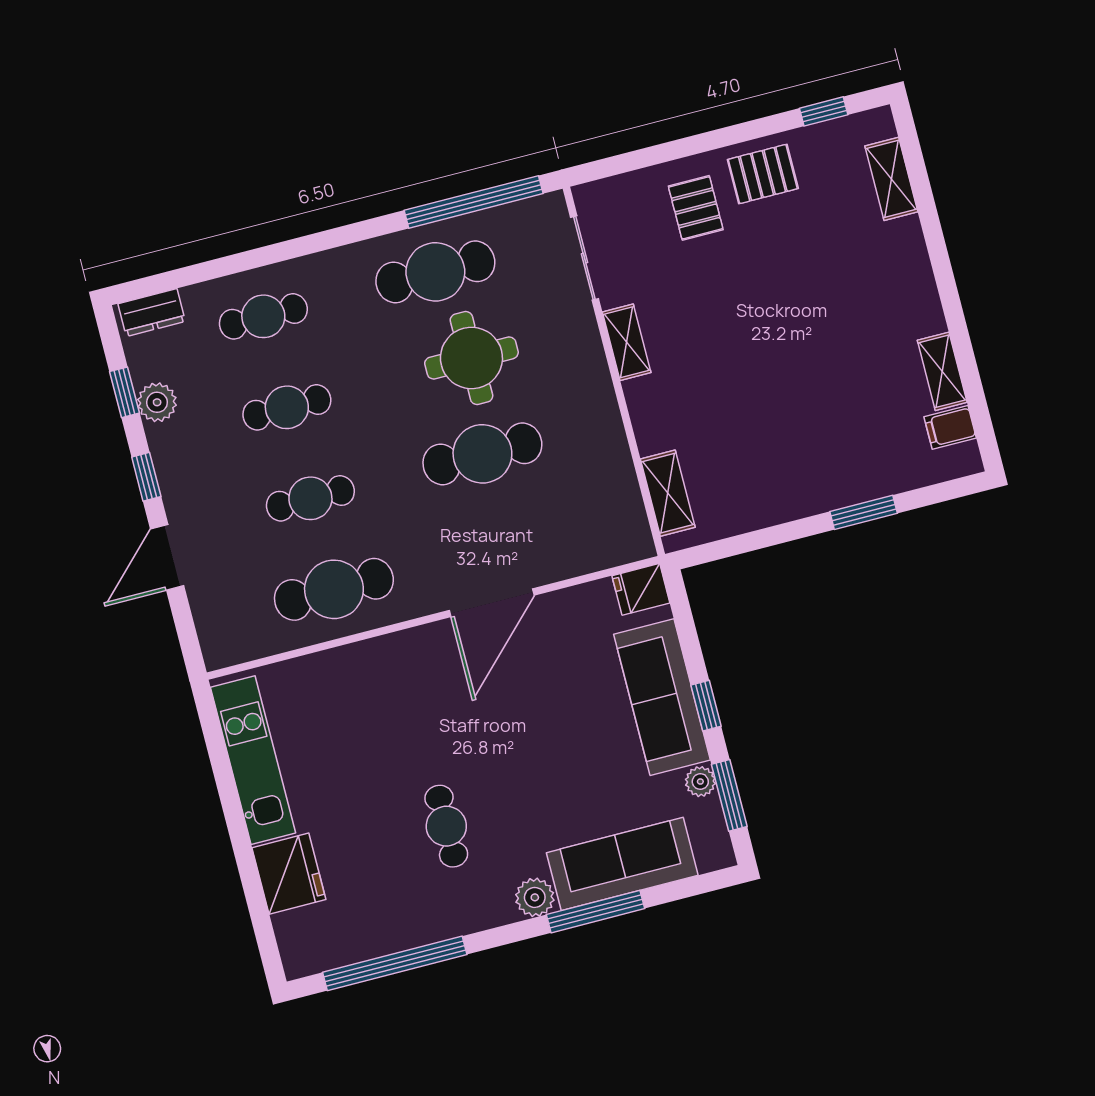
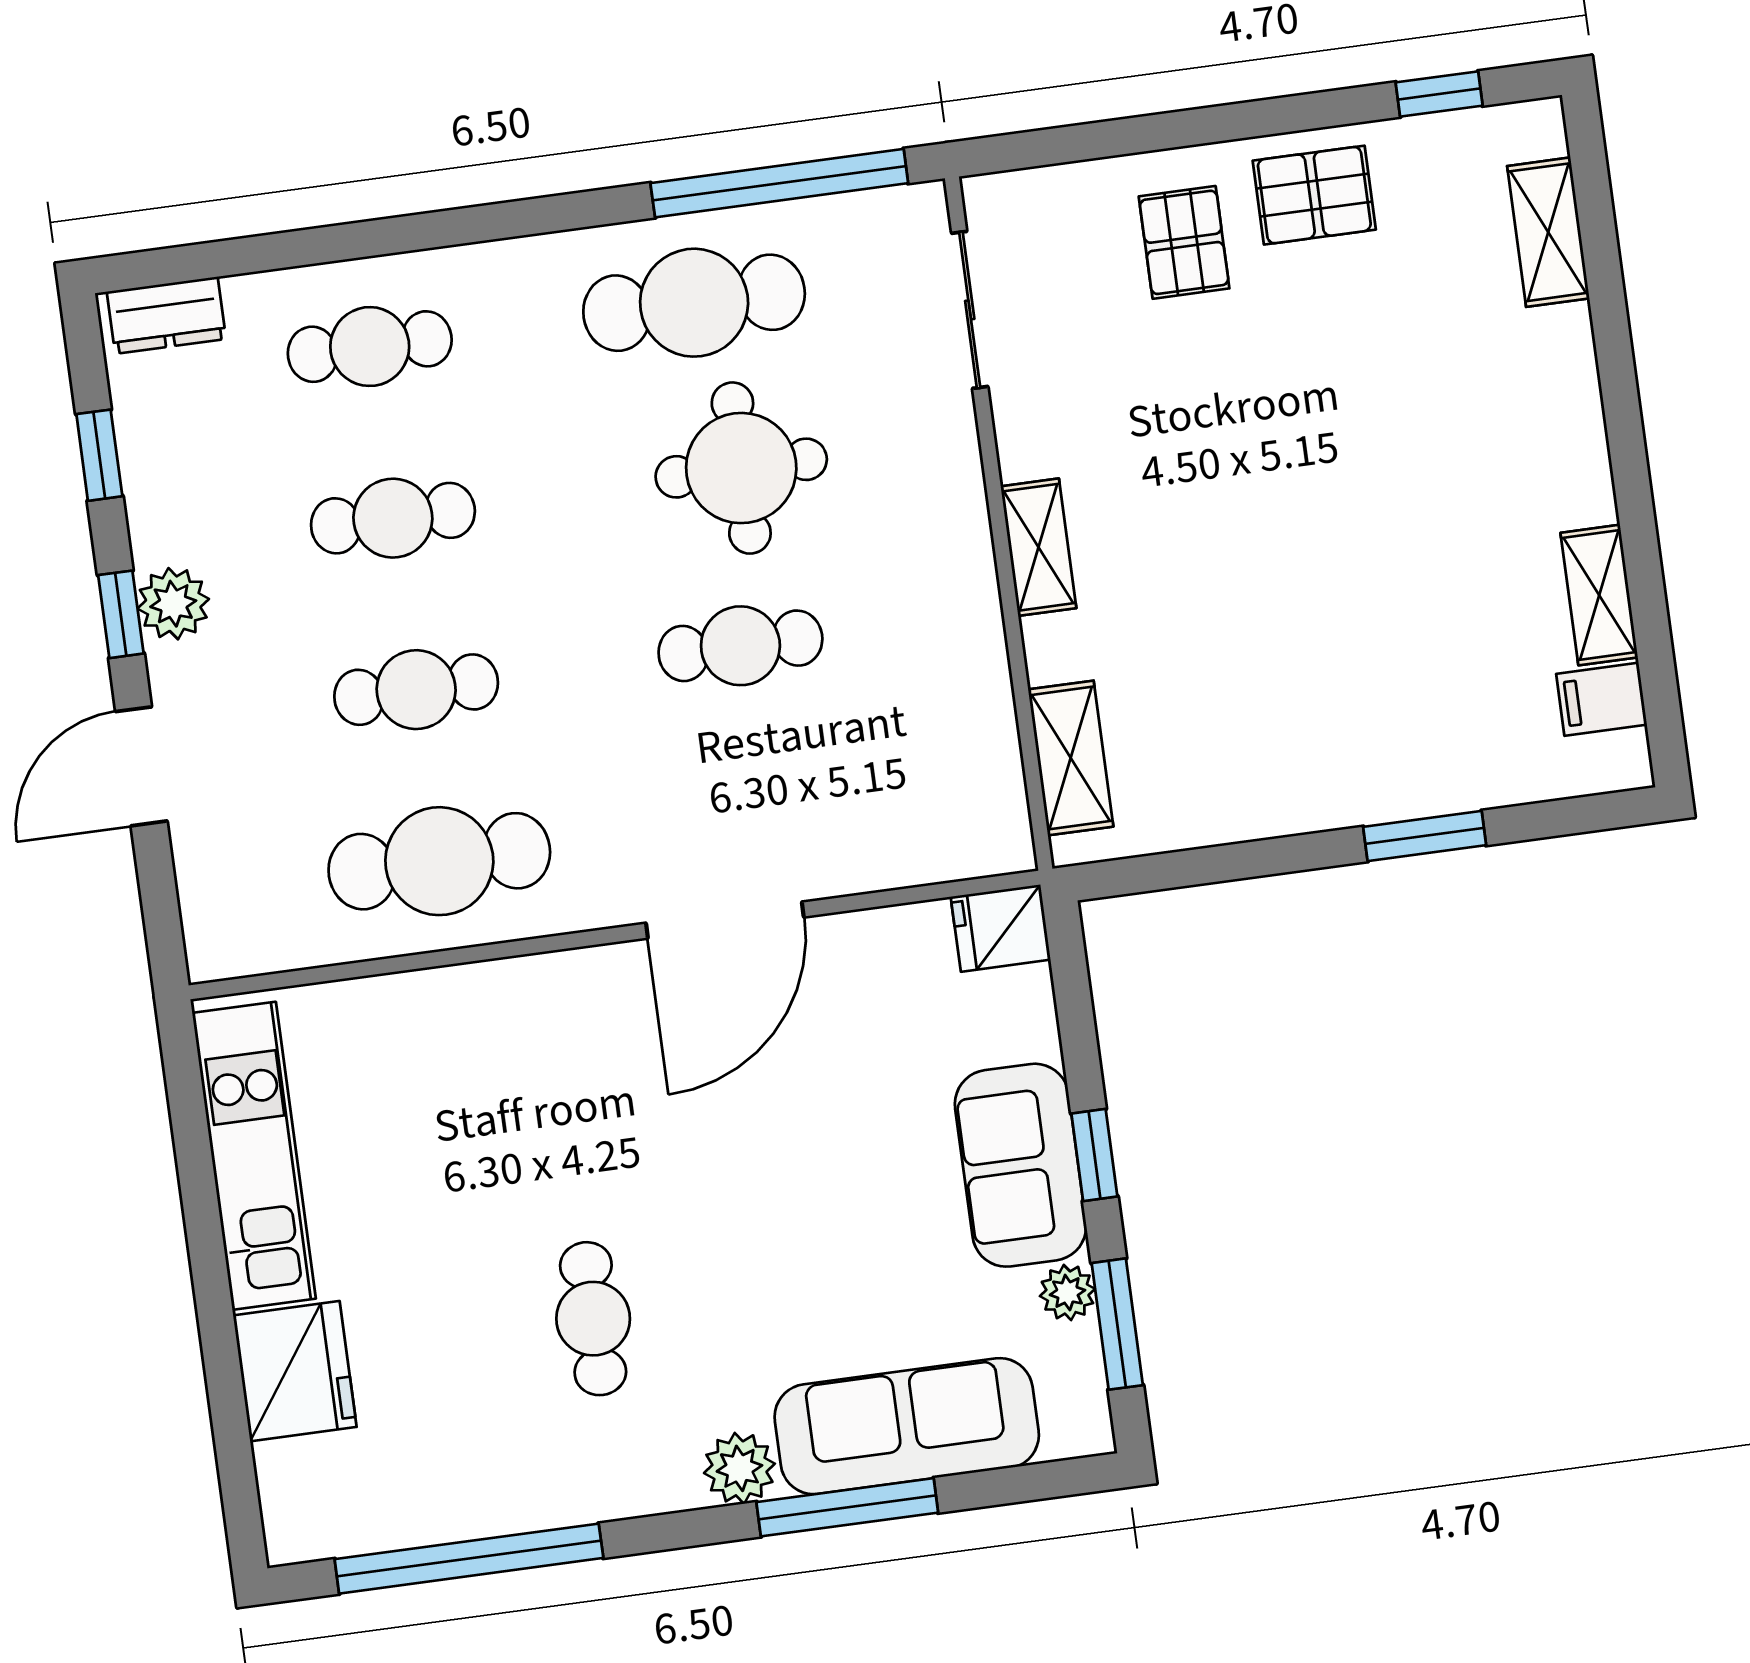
shelving: (627, 342) -> (1038, 547), moved
plant: (157, 402) -> (173, 604), moved
cafe table: (482, 454) -> (740, 646), width x0.73, depth x0.74
sofa: (662, 697) -> (1021, 1165), width x0.73

